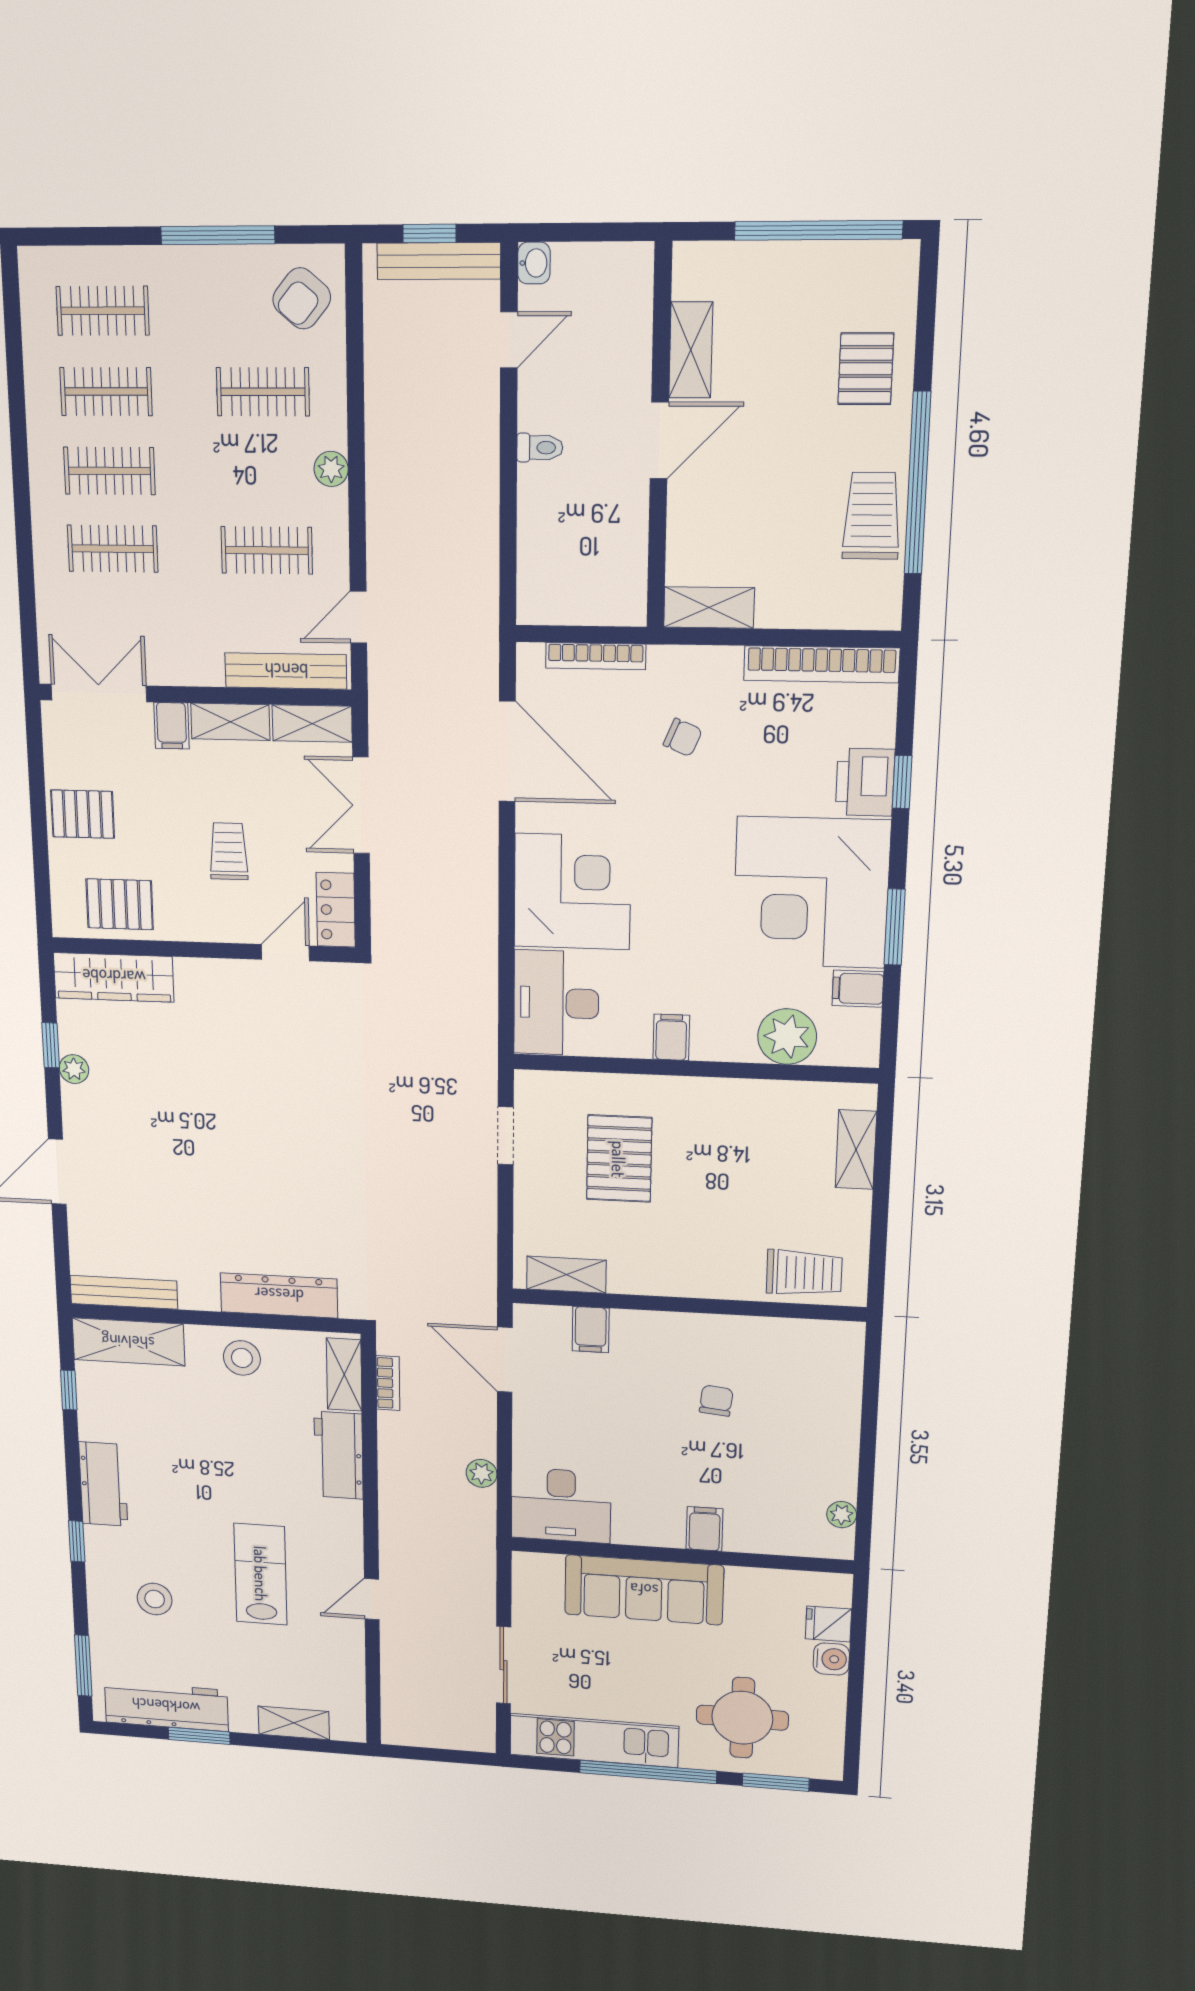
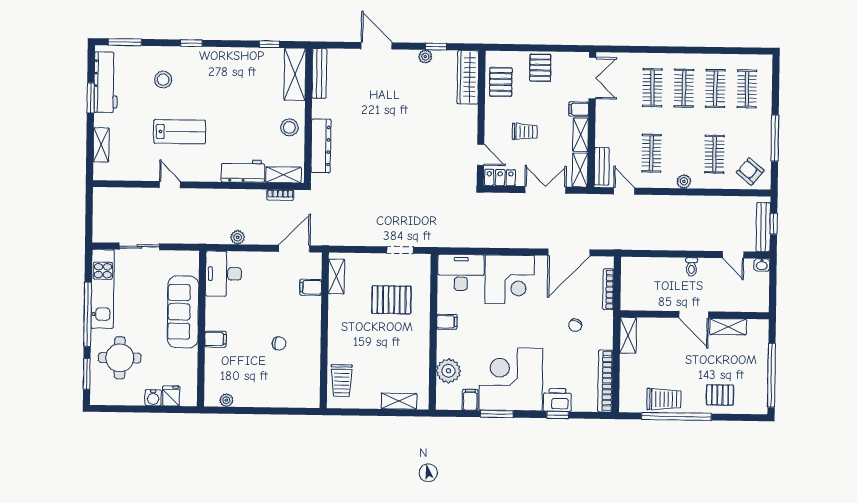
bench: (286, 671) -> (602, 166), width x0.73
workbench: (103, 1484) -> (222, 58), removed

